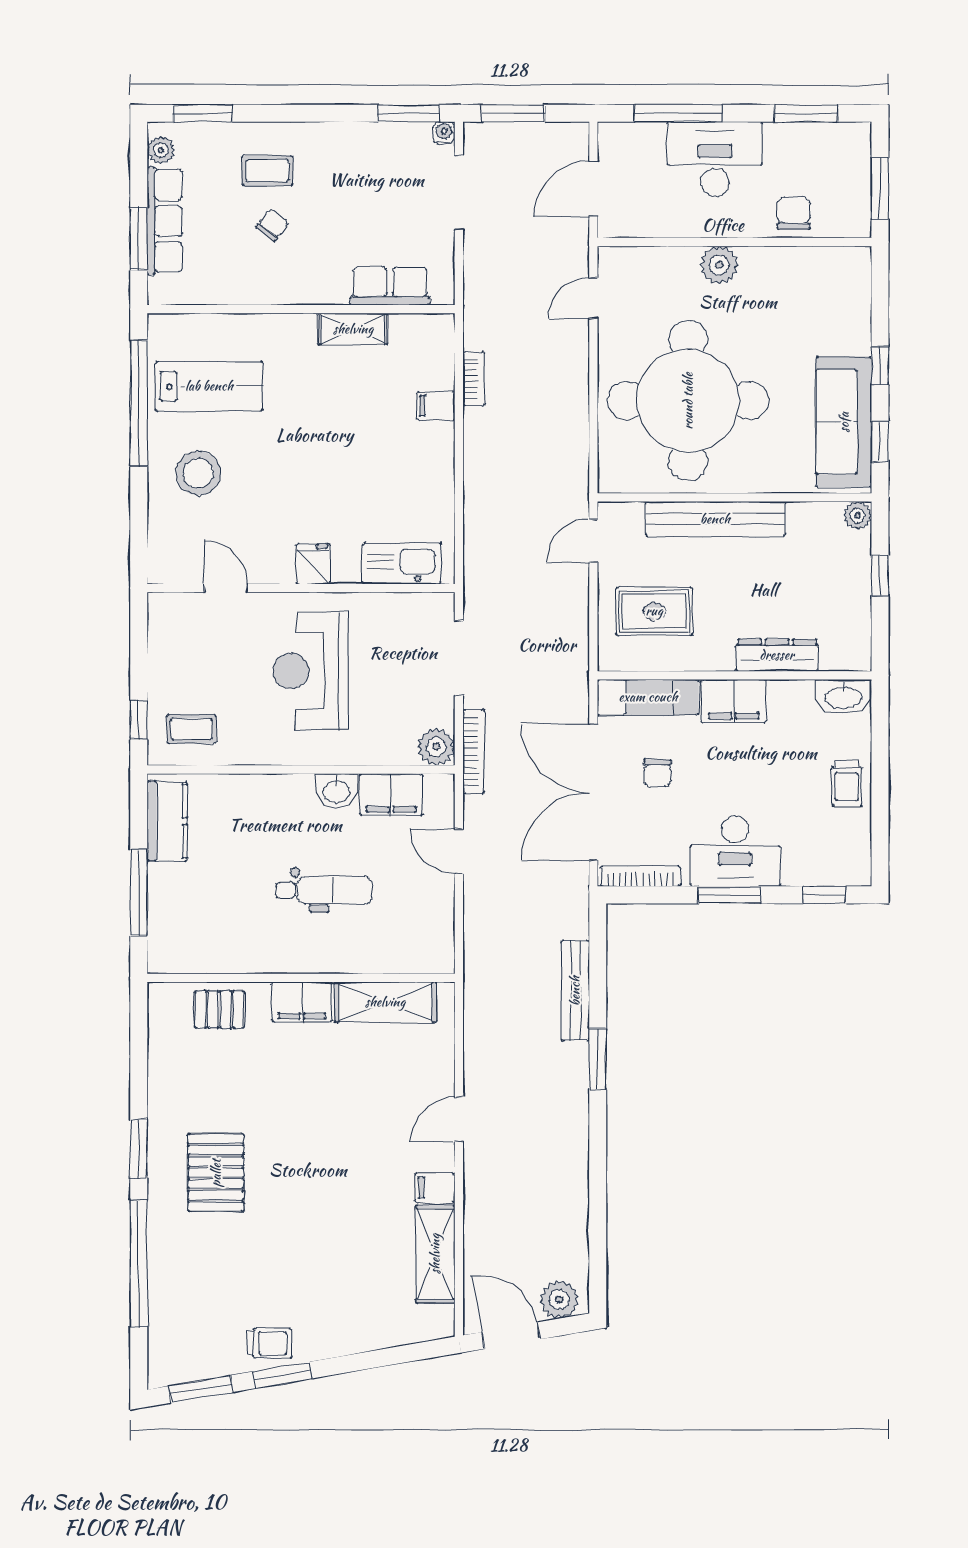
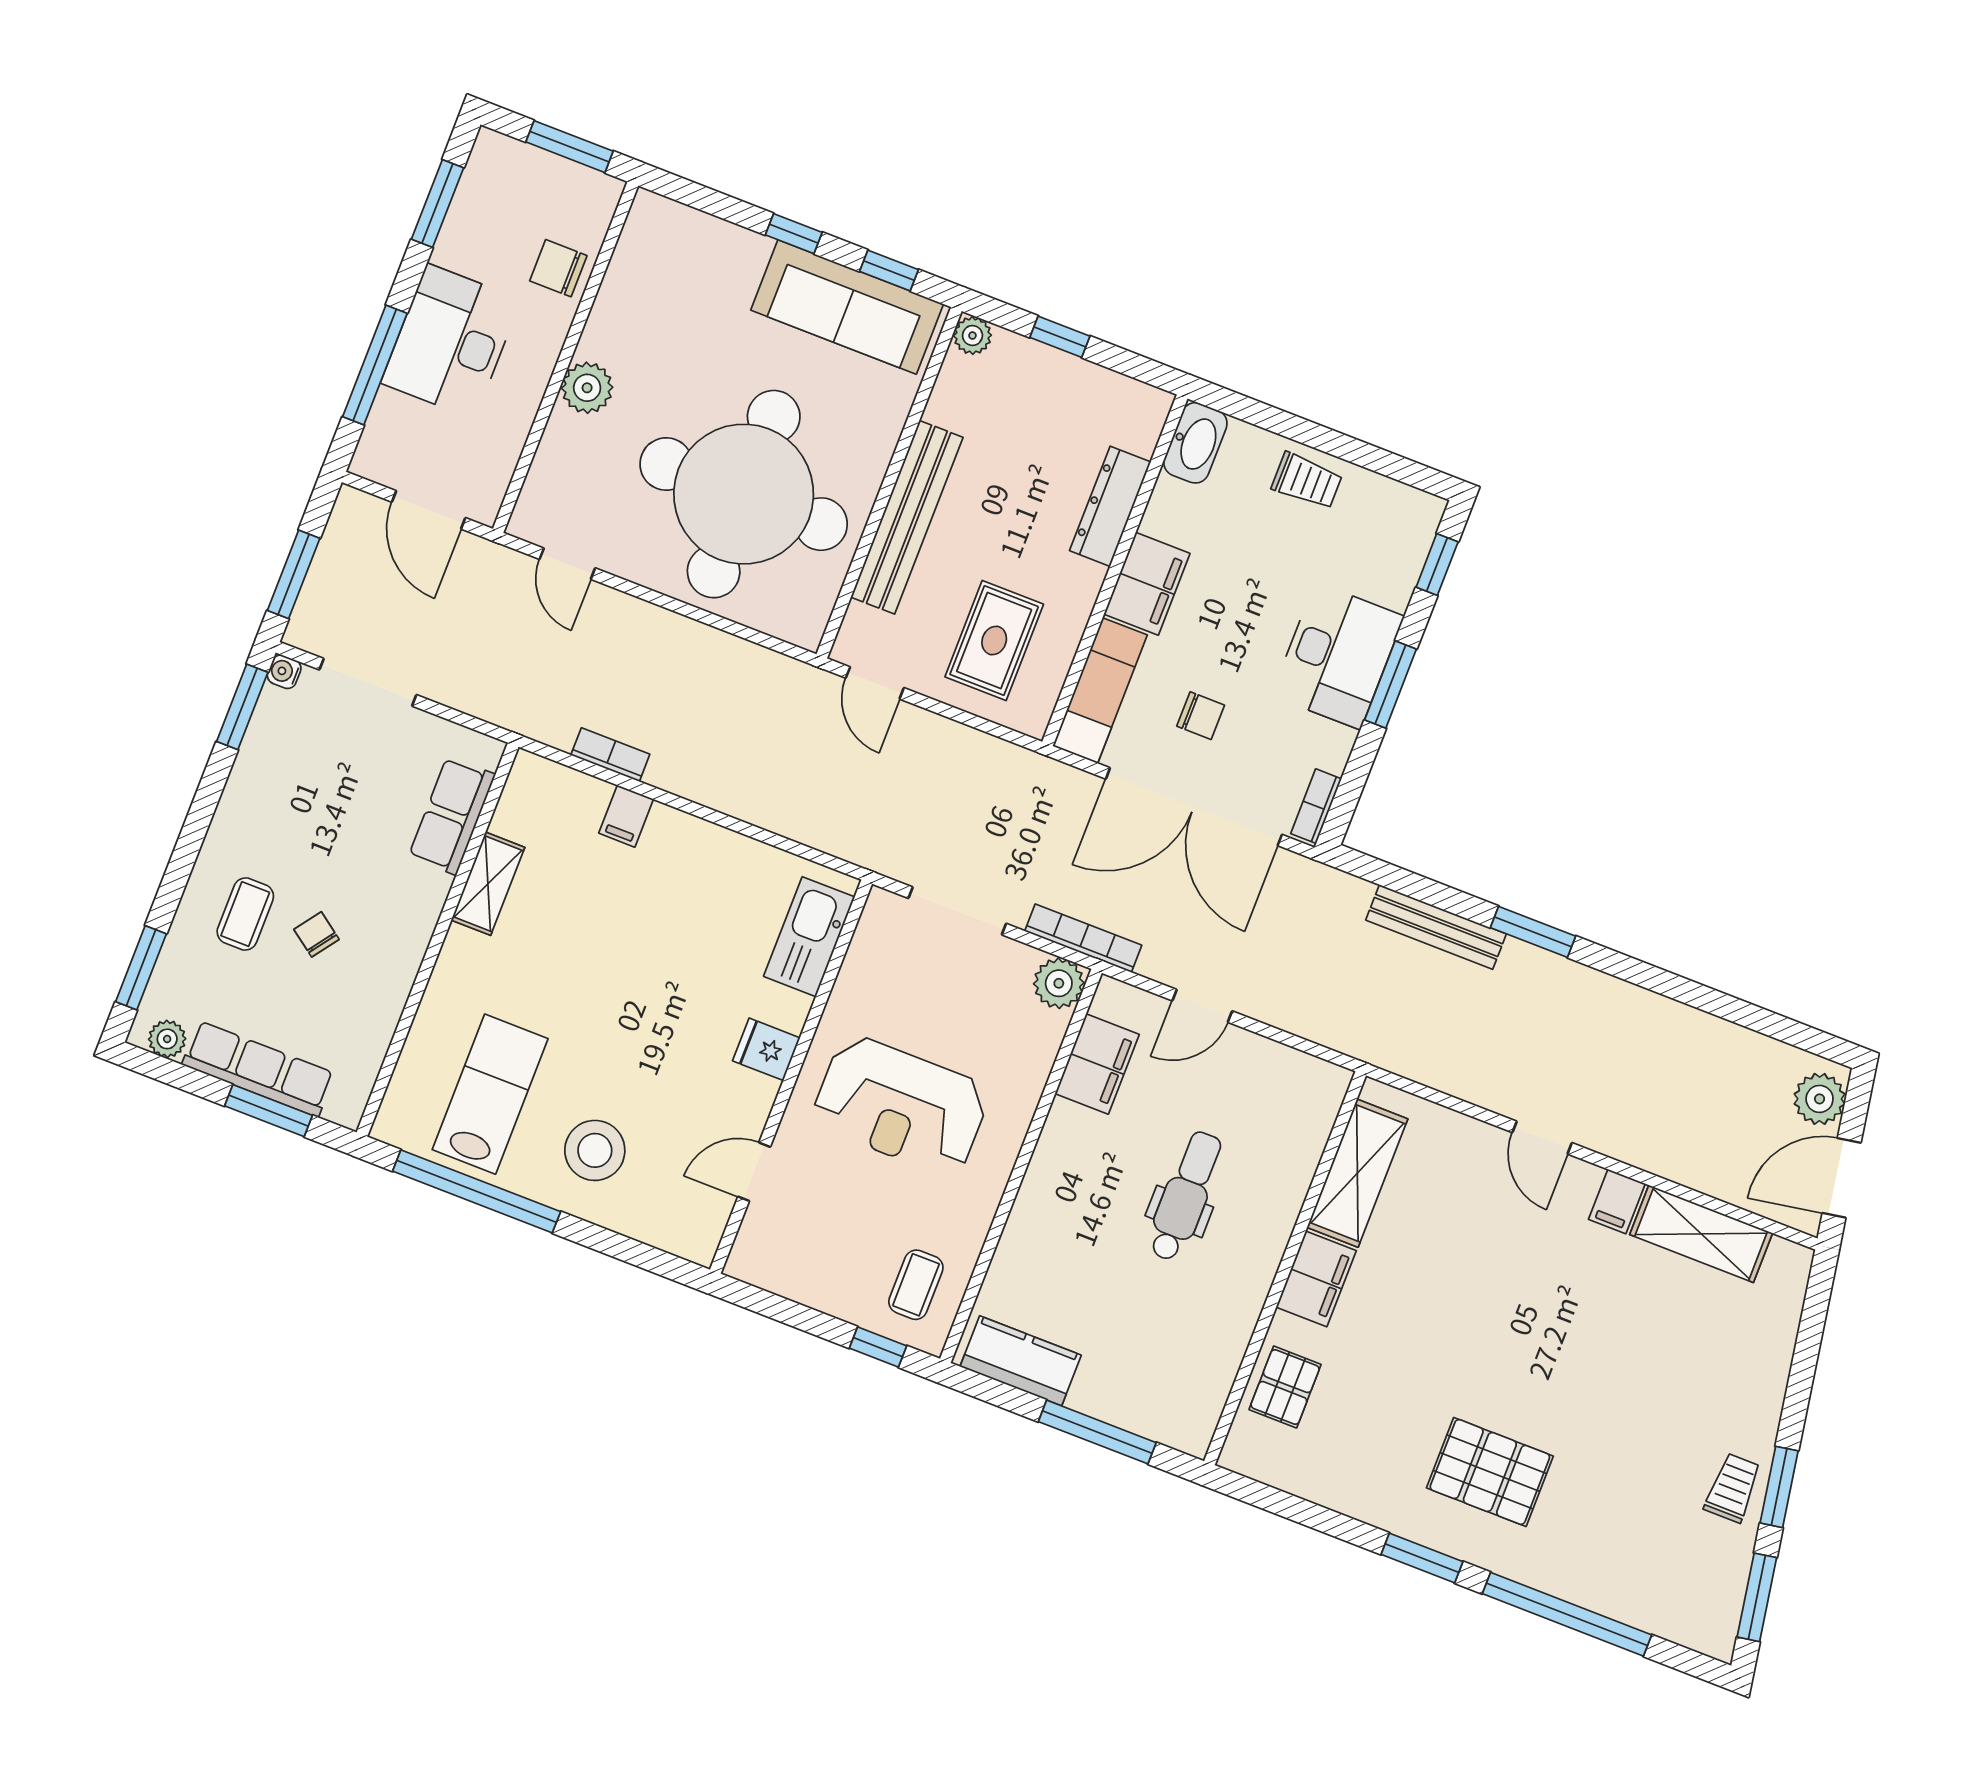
washbasin: (336, 791) -> (1065, 1132), removed
bookcase: (641, 876) -> (1316, 806), width x0.64

